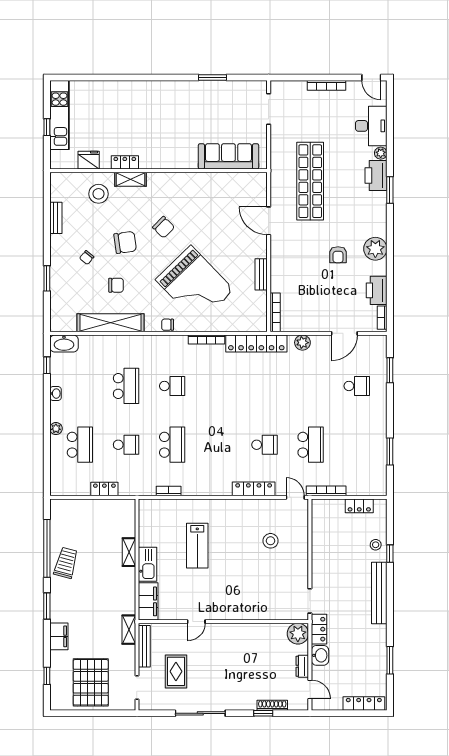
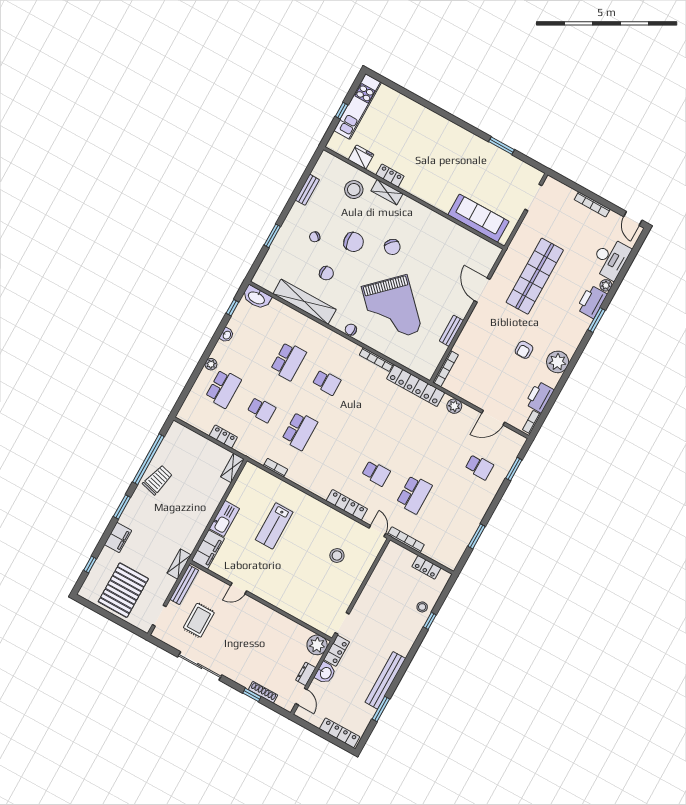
shelving: (129, 552) -> (232, 468), moved
bench: (379, 593) -> (385, 680), moved

